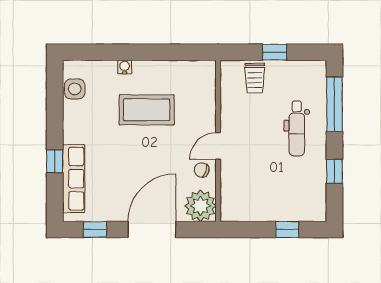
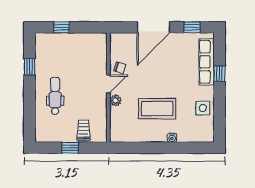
side table: (75, 89) -> (203, 108), moved
window: (334, 104) -> (29, 112), removed
plant: (200, 206) -> (115, 100), moved, width x0.53, depth x0.53

